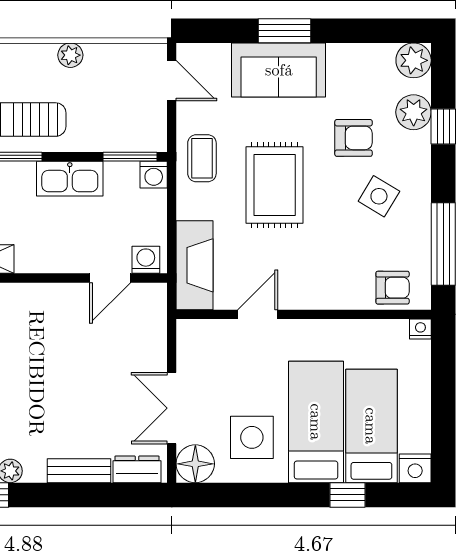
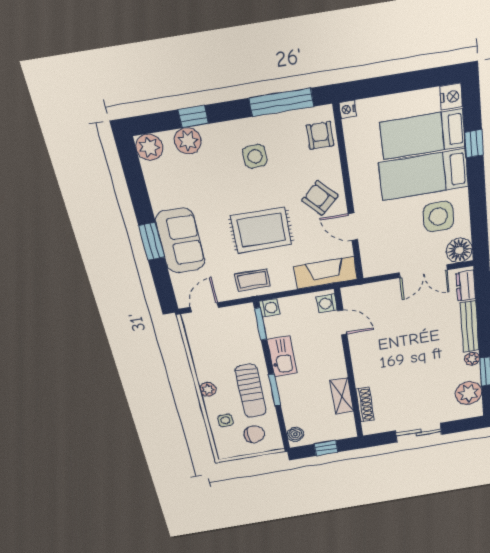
plant: (70, 55) -> (208, 389), moved
armchair: (354, 138) -> (320, 198), moved, turned -43
side table: (379, 196) -> (255, 156), turned -33
bench: (79, 471) -> (470, 327), width x1.36

